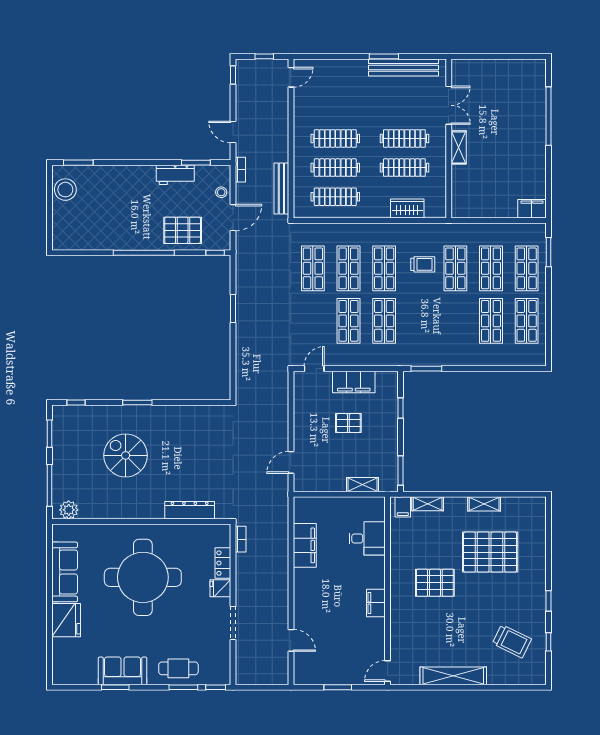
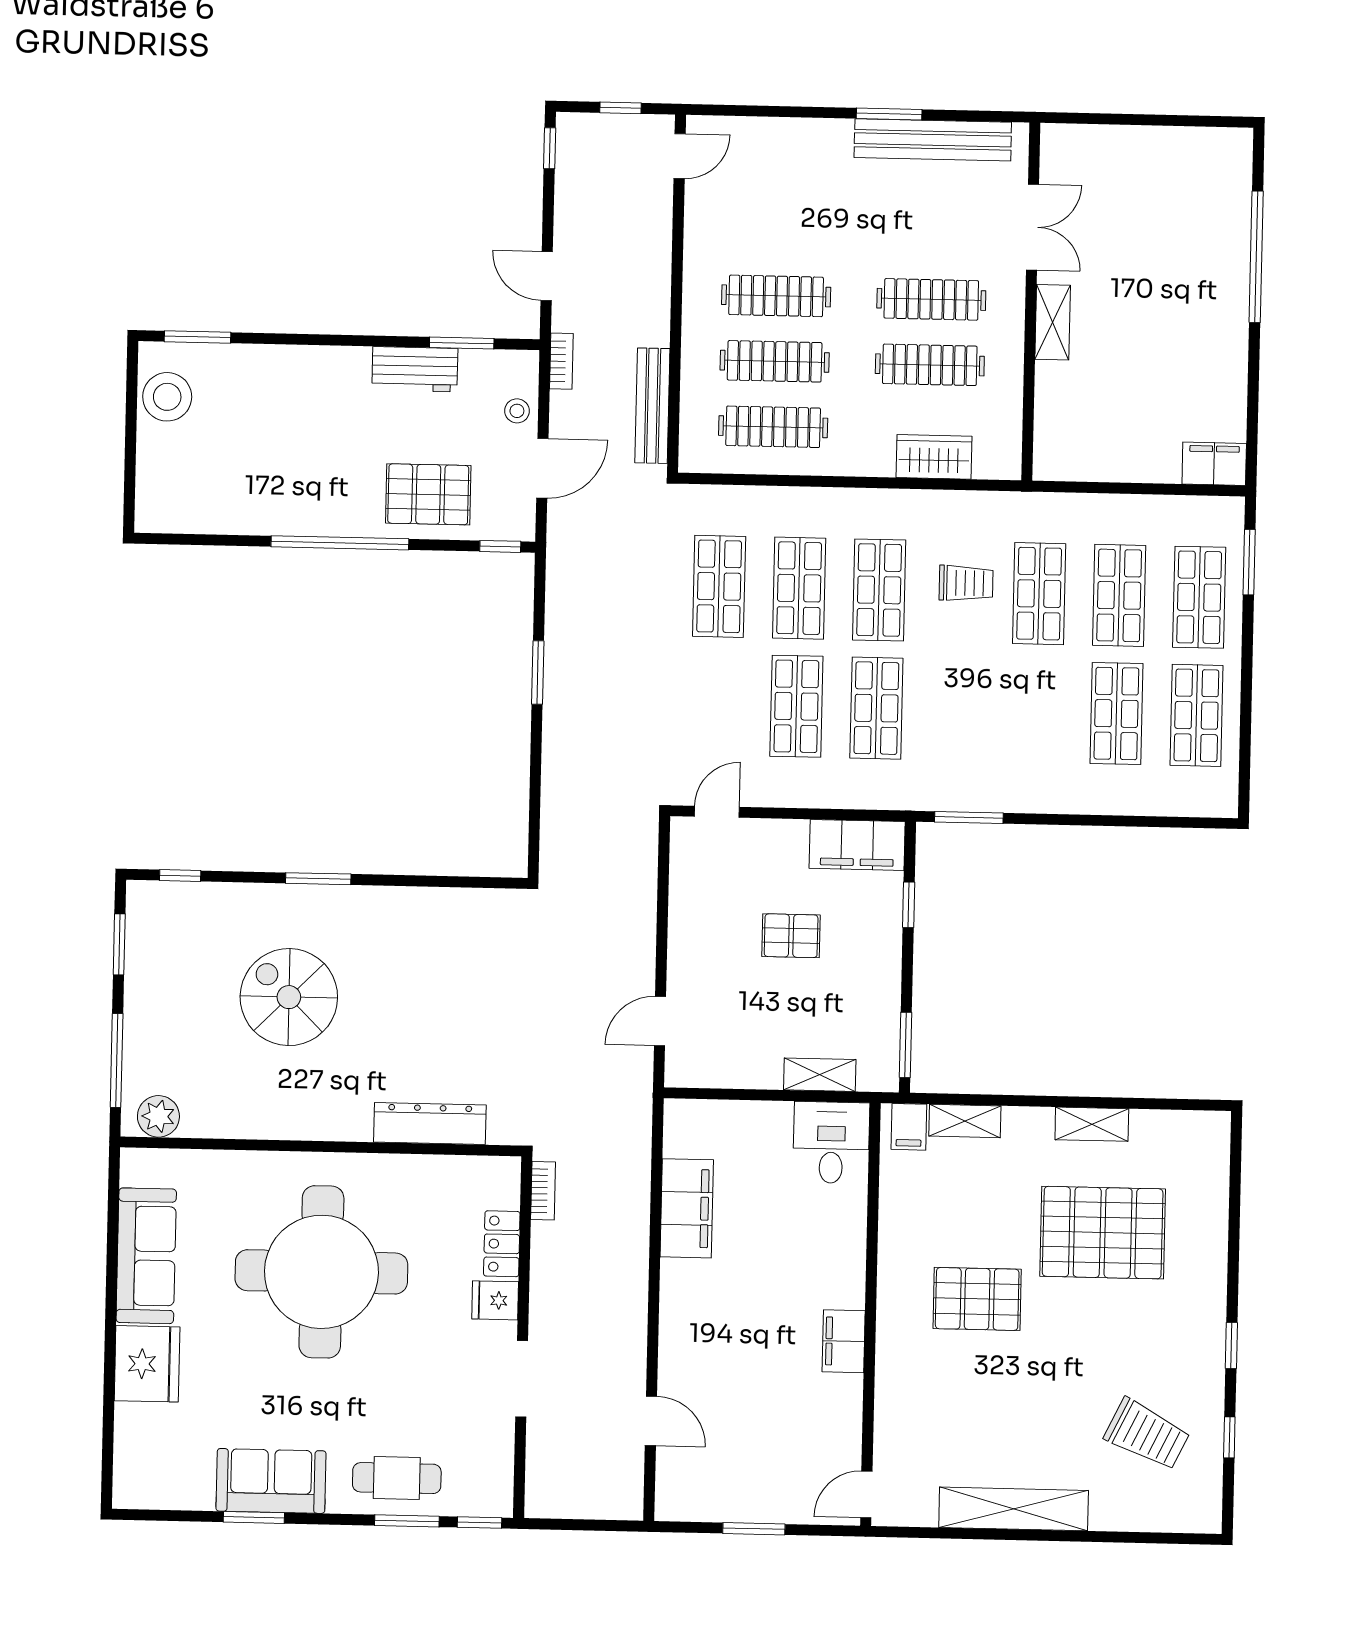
filing cabinet: (354, 382) -> (857, 845), moved
desk: (367, 538) -> (831, 1143), moved, turned -90

